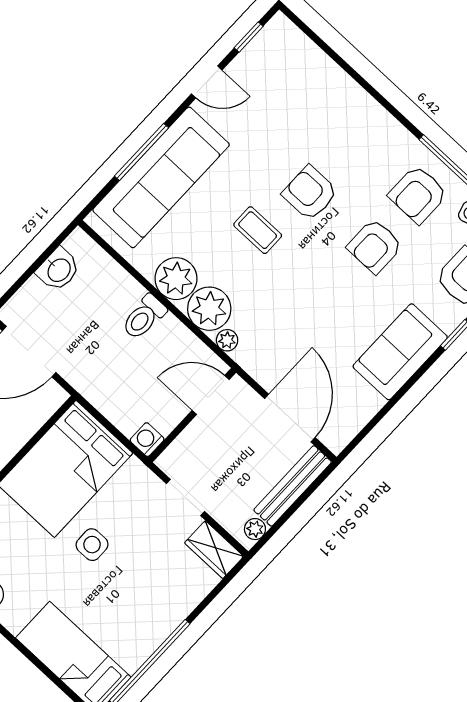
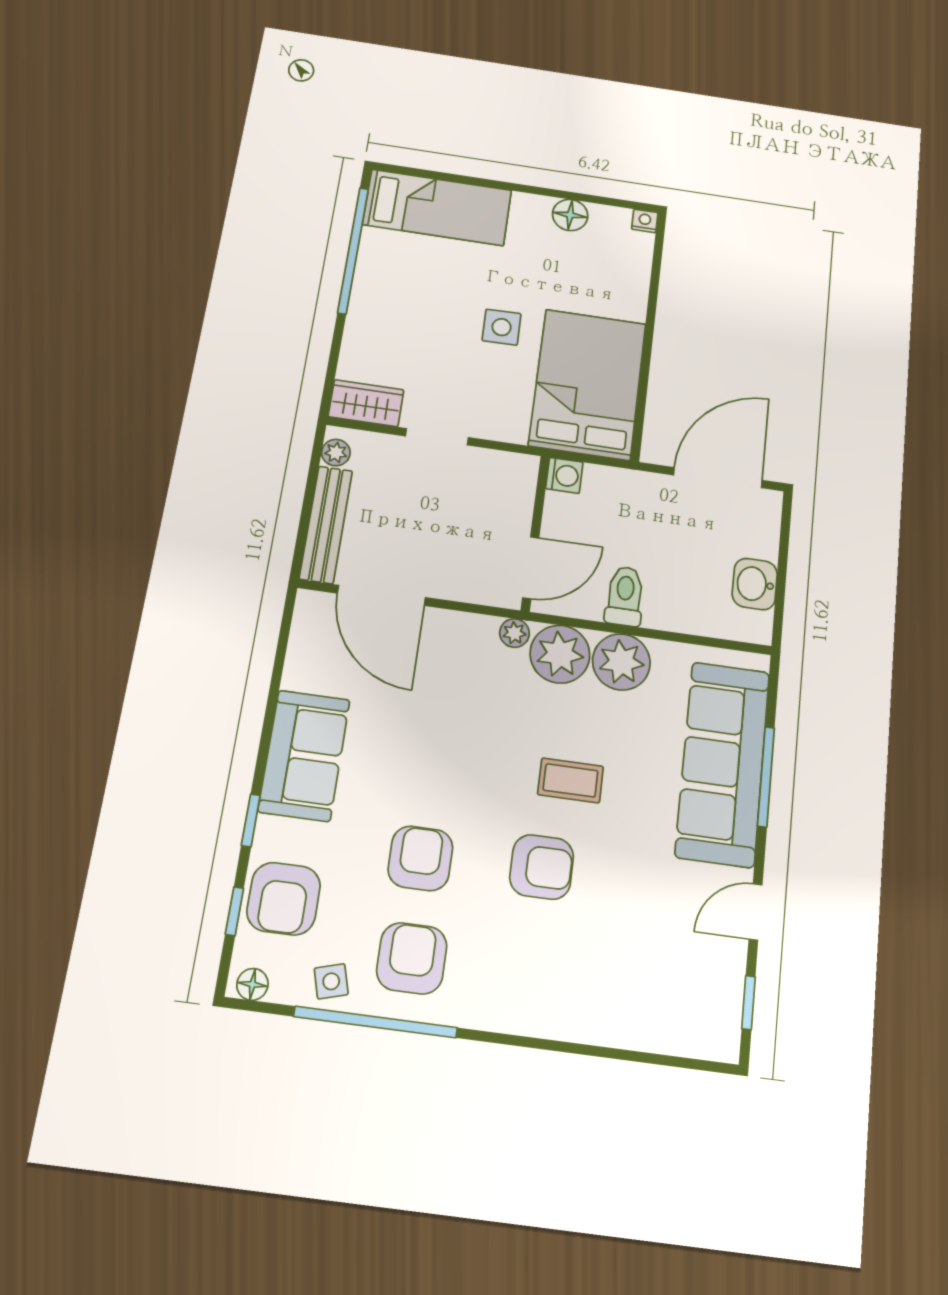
door: (211, 395) -> (531, 568), moved
wall: (192, 415) -> (535, 533), moved
washing machine: (147, 440) -> (564, 475), moved

